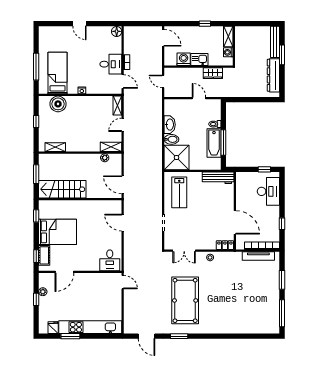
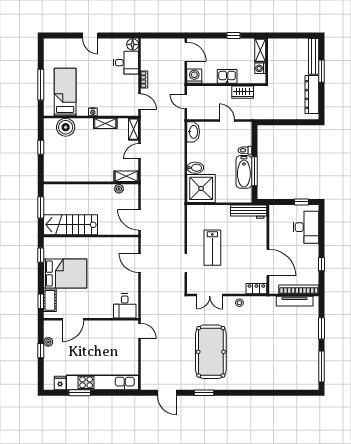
washing machine: (184, 59) -> (194, 76), moved
desk: (111, 64) -> (126, 63), moved
washbasin: (170, 125) -> (193, 132), moved
shelving: (55, 147) -> (105, 123), moved
lab bench: (179, 192) -> (212, 248), moved

